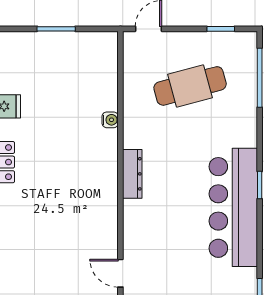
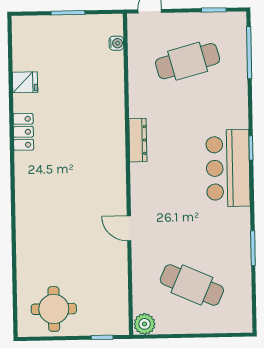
water cooler: (110, 120) -> (116, 43), moved
bar counter: (233, 207) -> (228, 168), width x0.73

